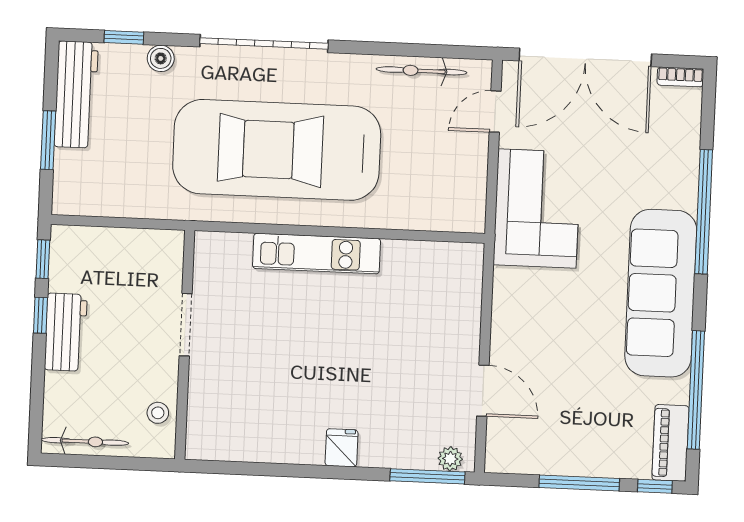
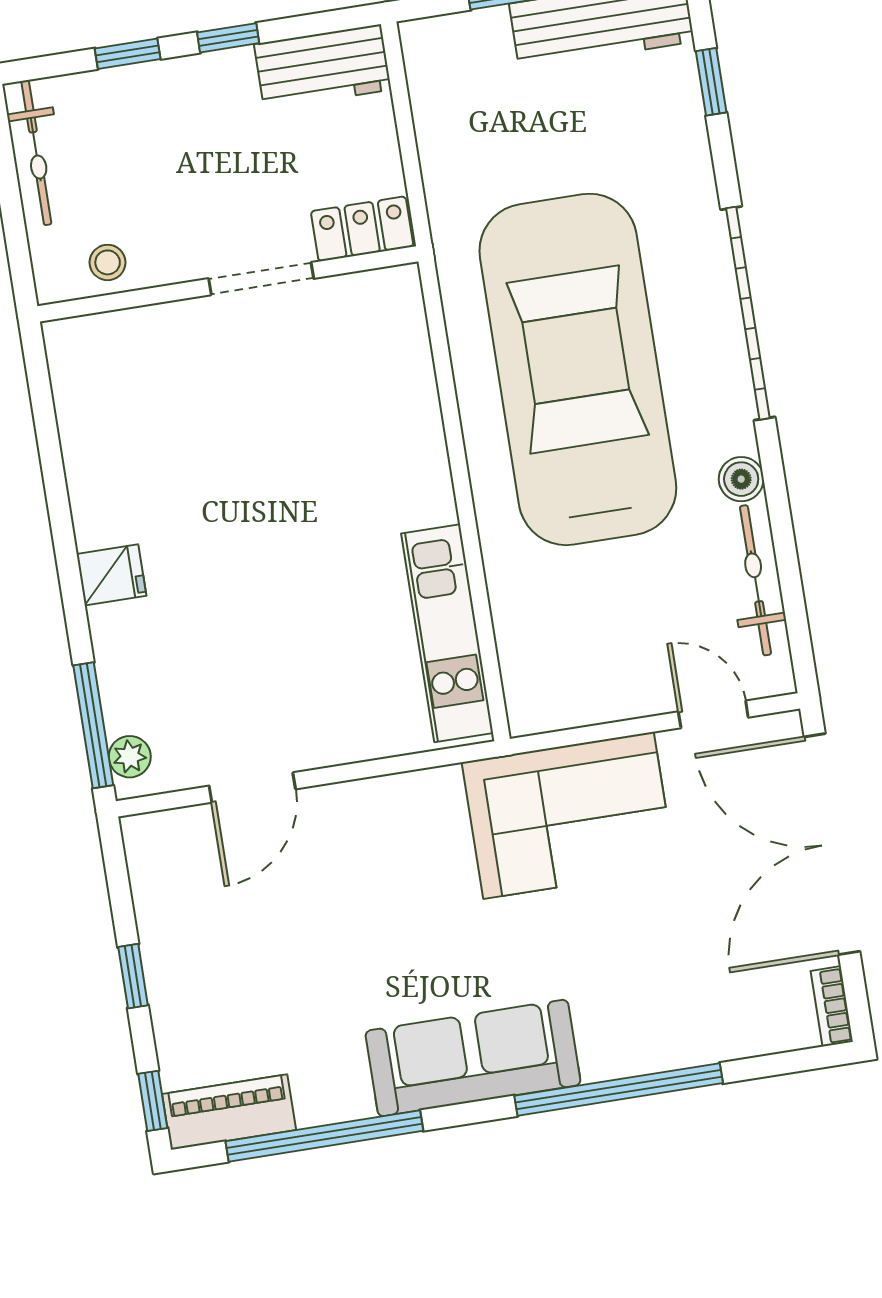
boiler: (161, 58) -> (741, 479), moved
kitchen unit: (317, 254) -> (447, 633), moved
window: (43, 259) -> (128, 54), moved
locker: (169, 260) -> (362, 229), added
sofa: (661, 293) -> (473, 1058), width x0.74, depth x0.79
workbench: (66, 332) -> (323, 67), moved
window: (579, 483) -> (133, 976), width x0.46

